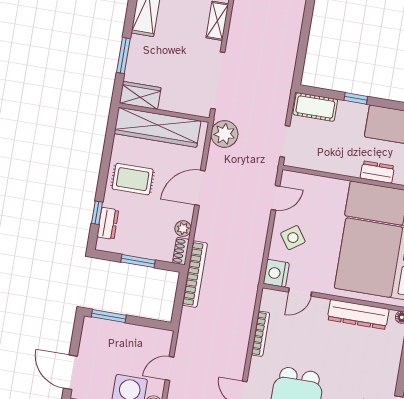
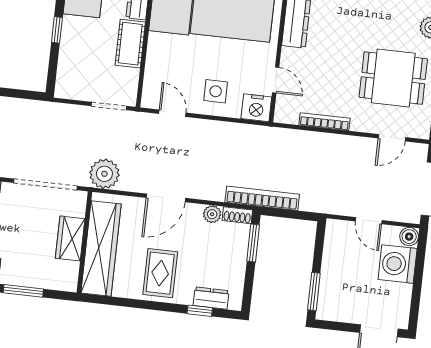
wardrobe: (140, 95) -> (70, 239), moved
cot: (315, 107) -> (130, 44), moved
door: (200, 188) -> (166, 198), hinge flipped
side table: (293, 238) -> (216, 91), turned 35
window: (138, 261) -> (253, 243), moved

